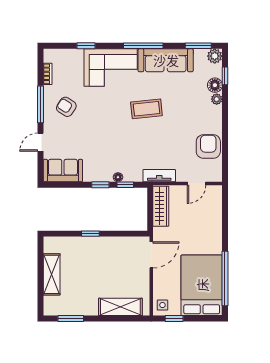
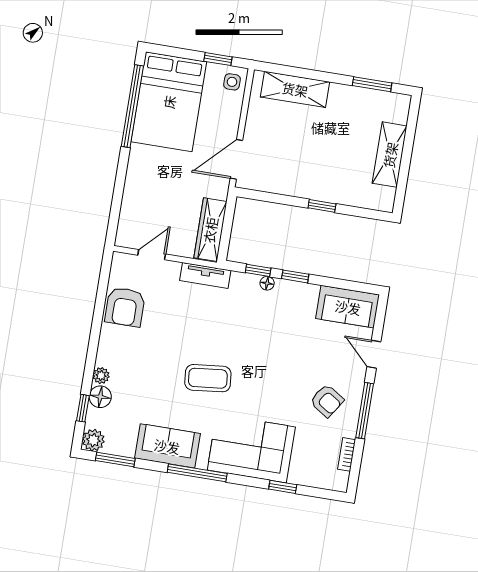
sofa: (166, 60) -> (167, 446), width x0.73
door: (41, 142) -> (374, 354), swing flipped

